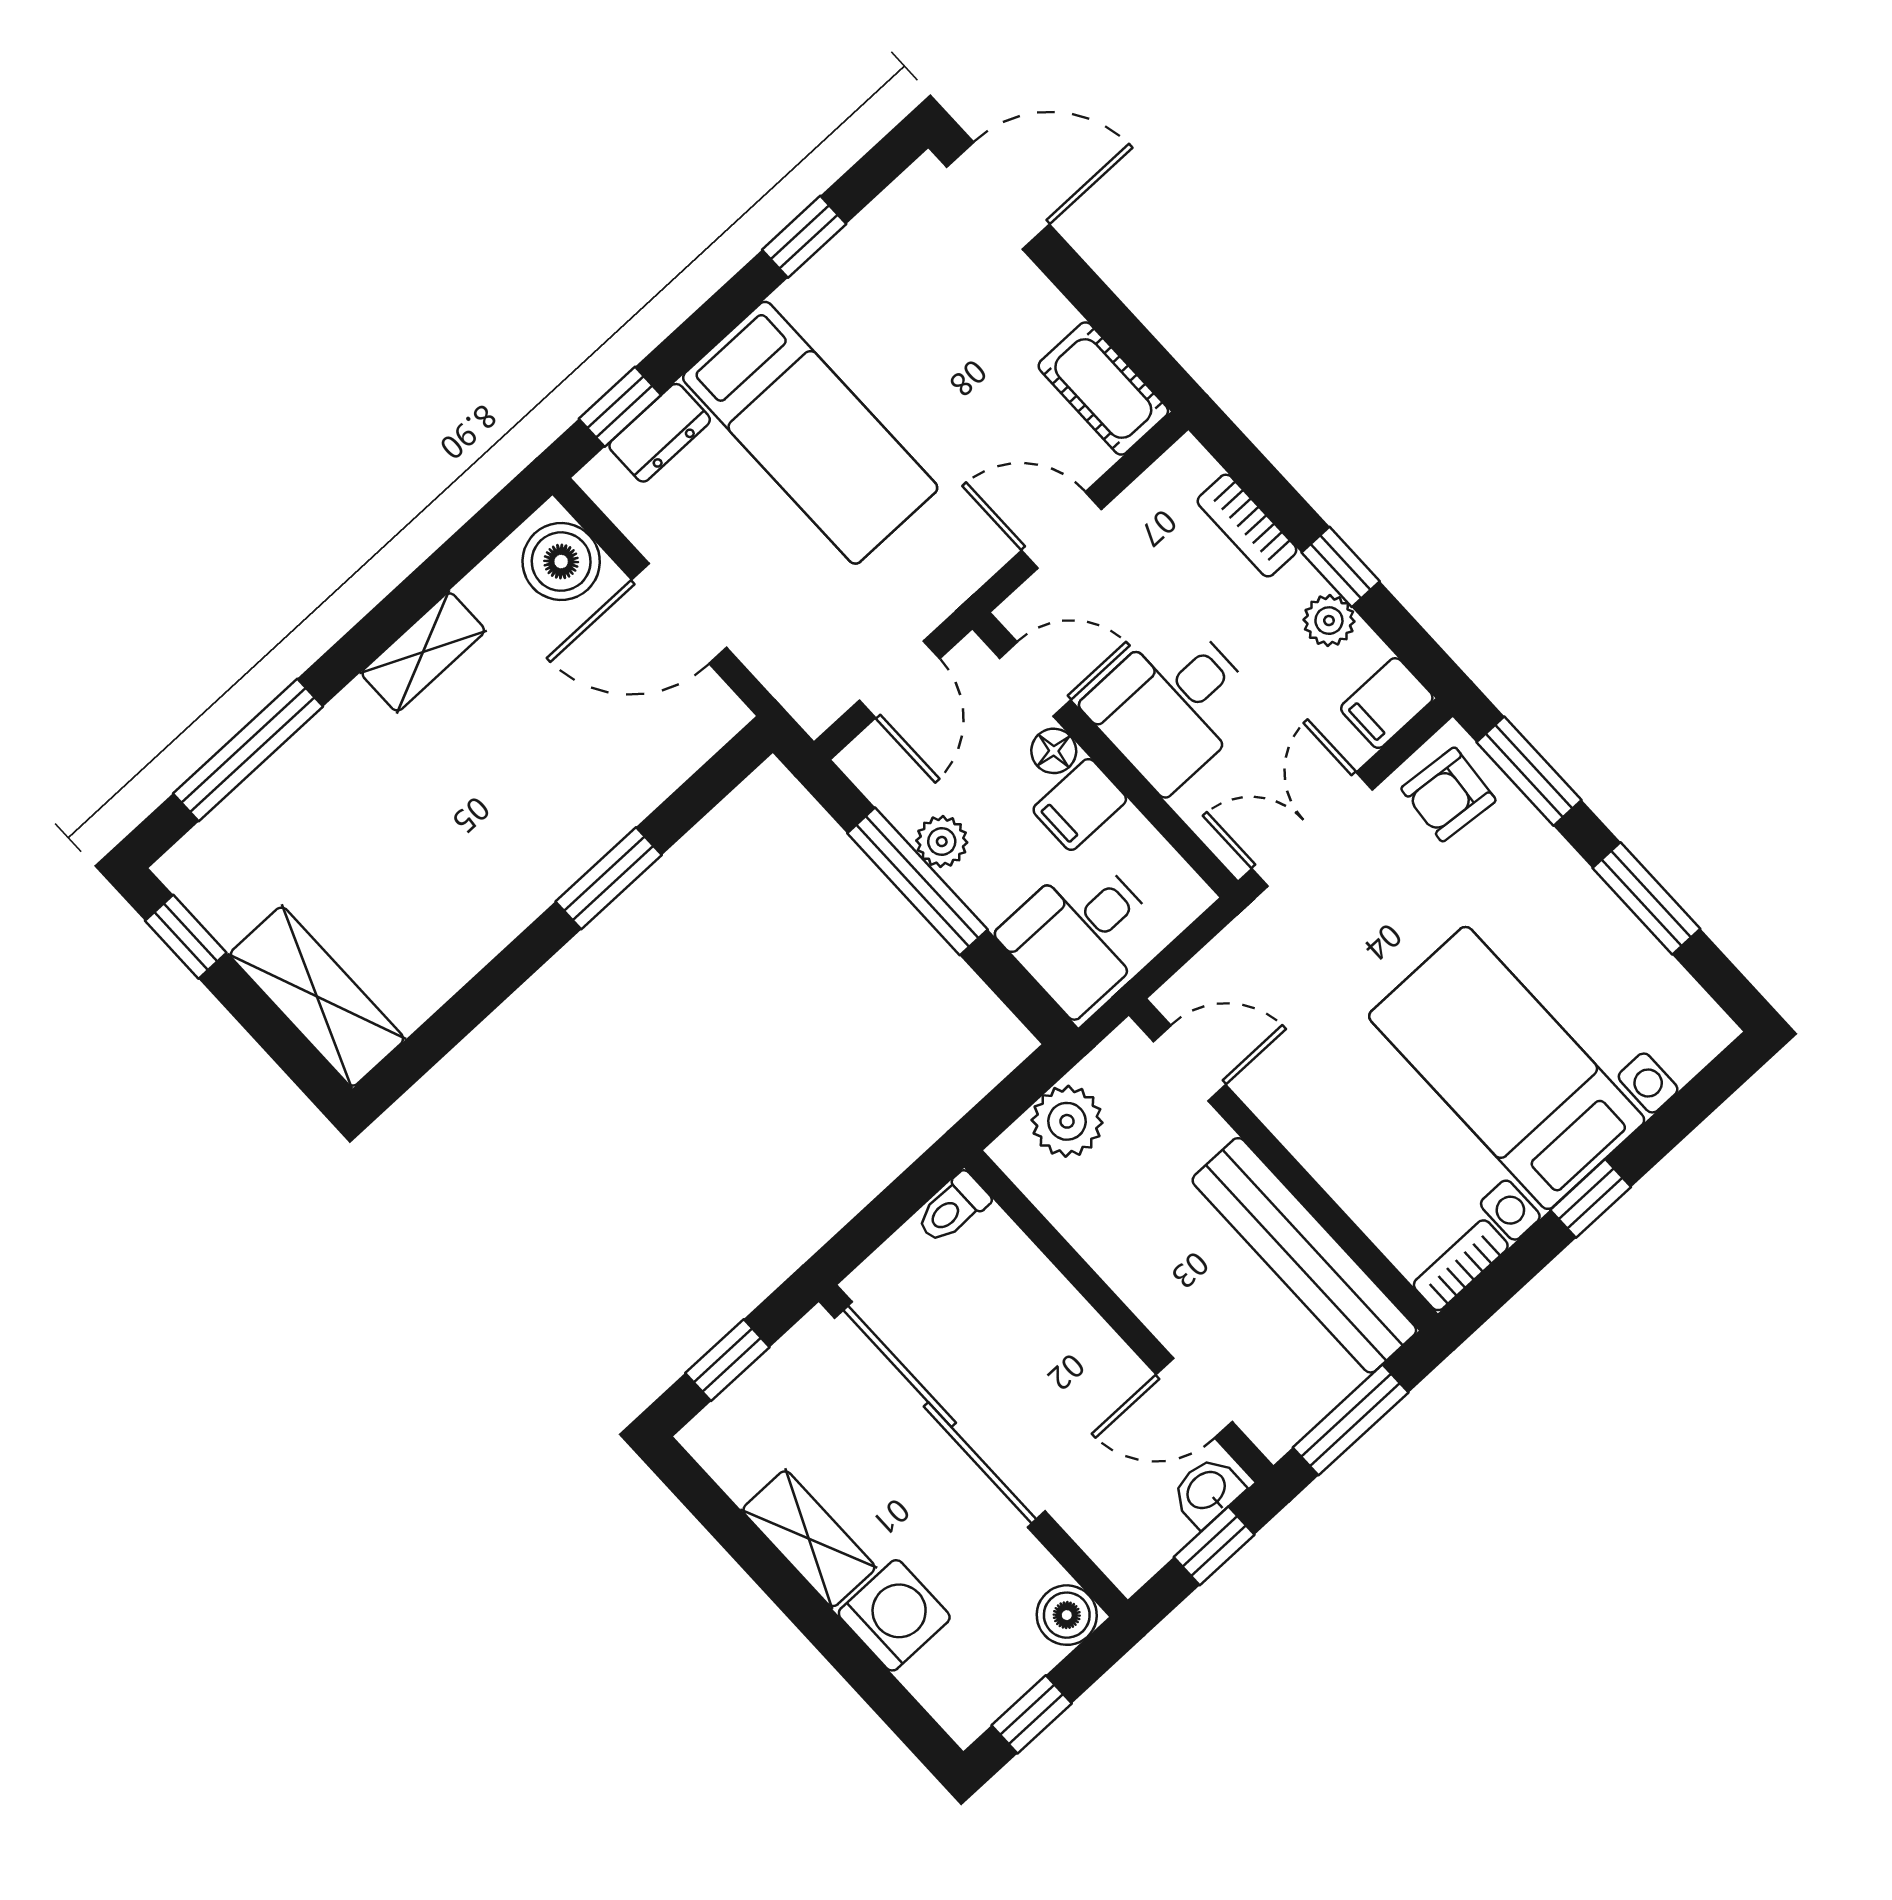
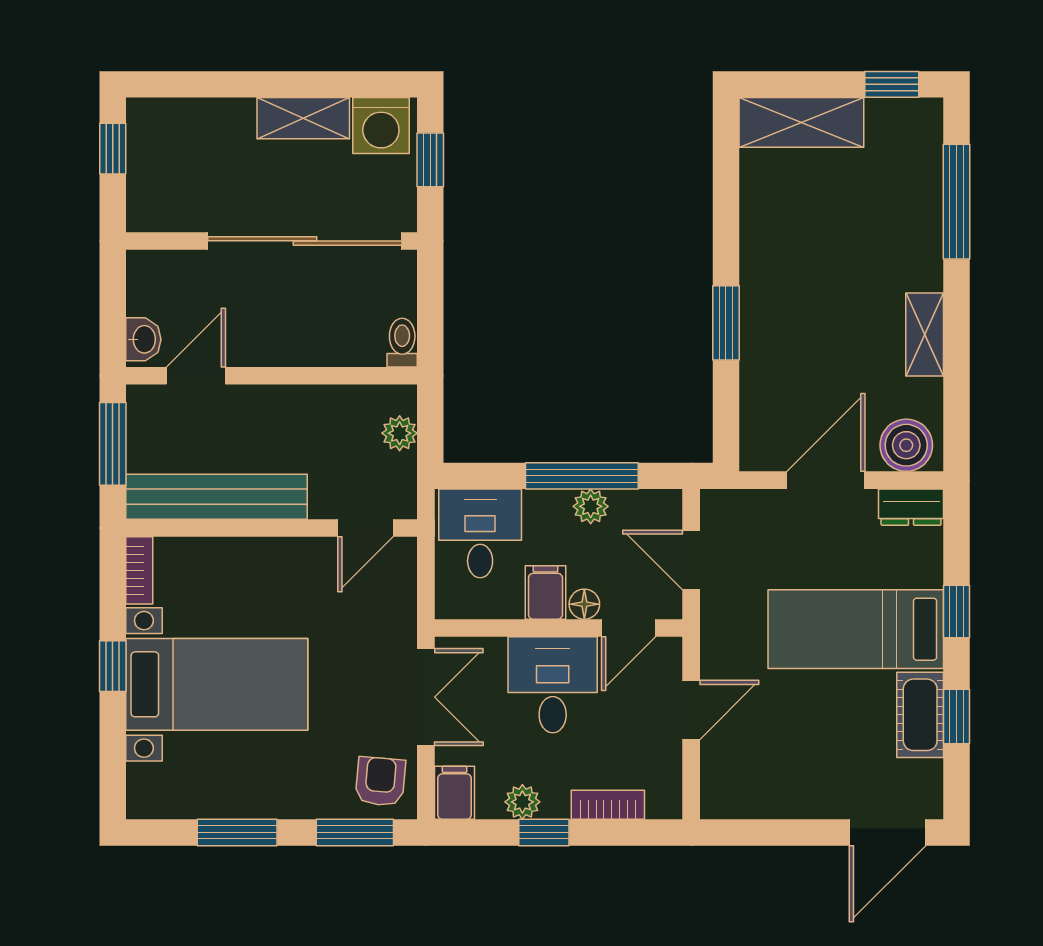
cot: (1103, 388) -> (920, 715), moved, turned 90
window: (620, 407) -> (956, 611), moved
dresser: (660, 433) -> (911, 507), moved, turned -90
plant: (1067, 1121) -> (400, 433), width x0.73, depth x0.73
window: (1214, 1546) -> (113, 318), removed
washing machine: (894, 1615) -> (381, 126), moved
boiler: (1067, 1615) -> (146, 212), removed

